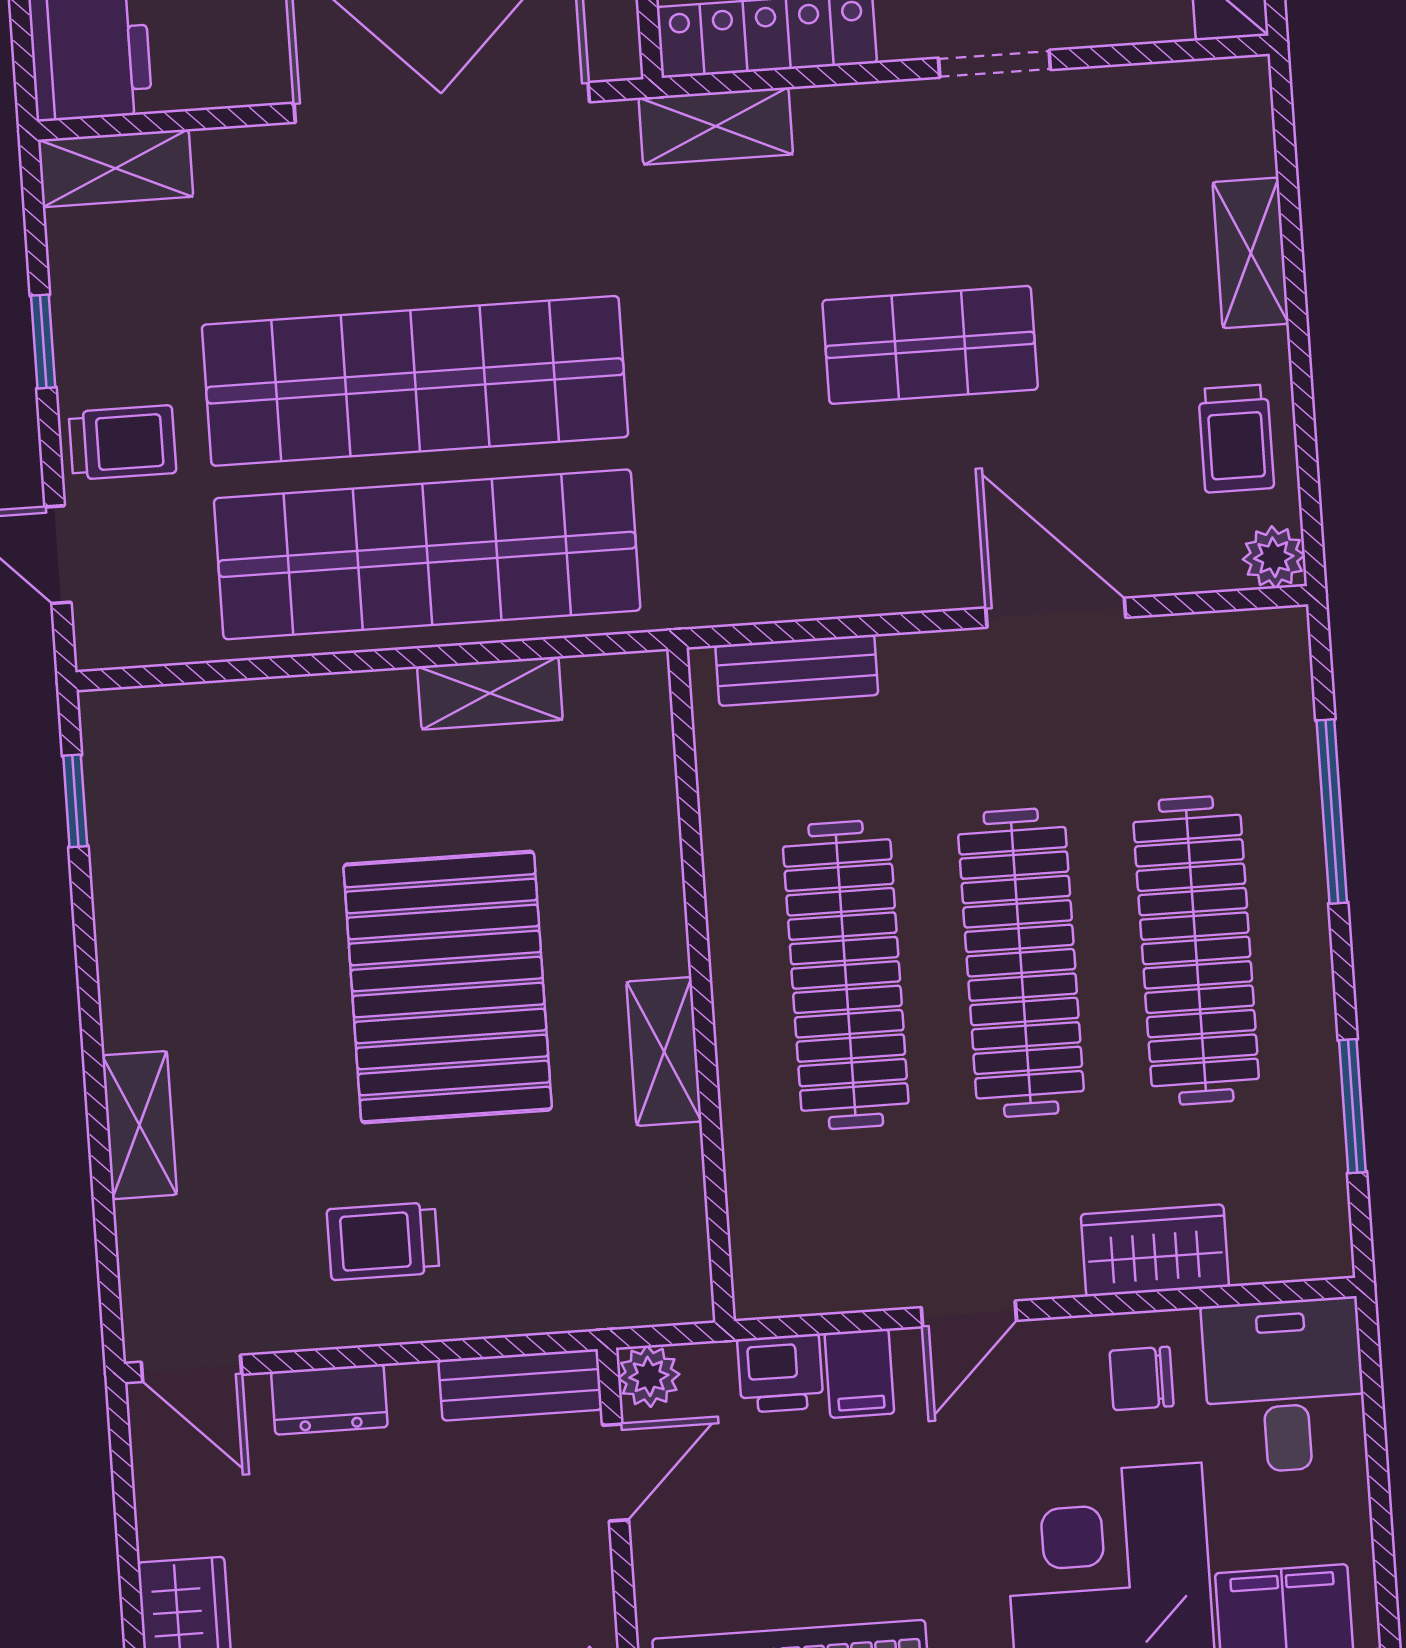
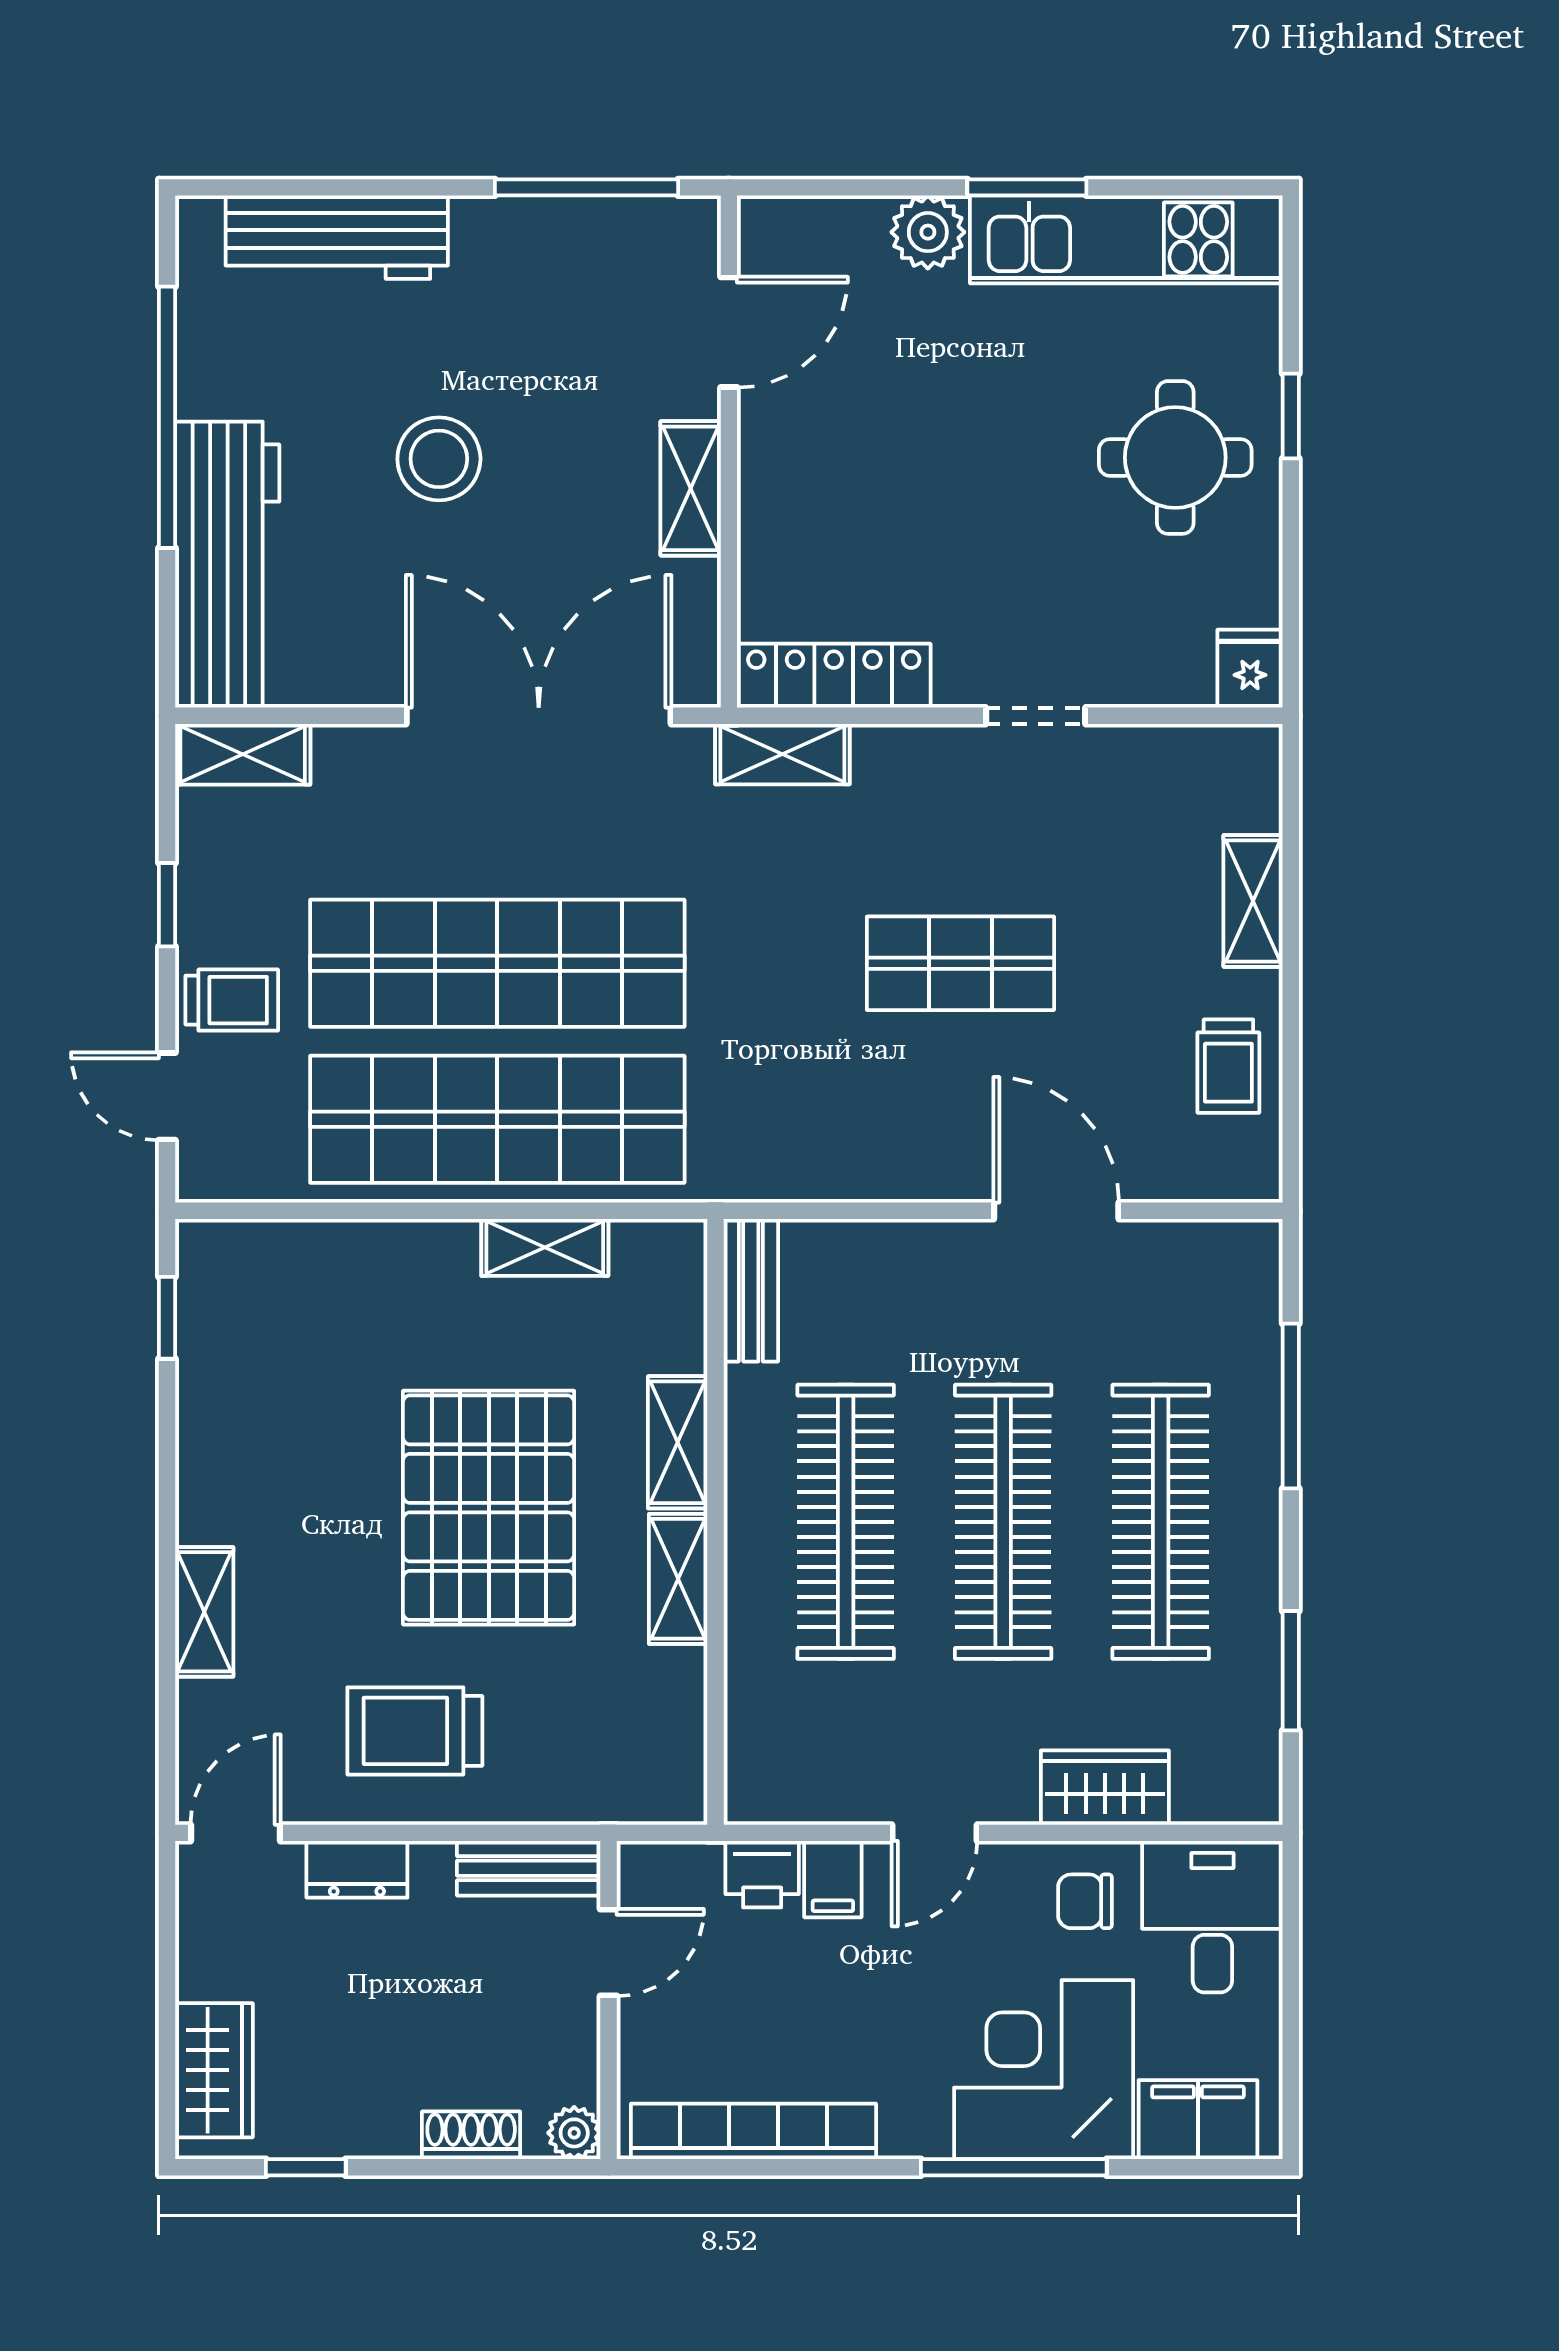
plant: (1274, 557) -> (1255, 1175), removed
bench: (797, 670) -> (751, 1290), moved, turned 90
shelving: (653, 900) -> (678, 1442), added
trolley: (383, 1241) -> (415, 1731), width x1.36, depth x1.39
door: (191, 1368) -> (236, 1833), swing flipped
plant: (649, 1376) -> (644, 1869), removed

